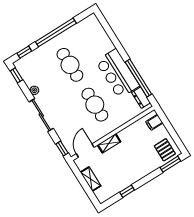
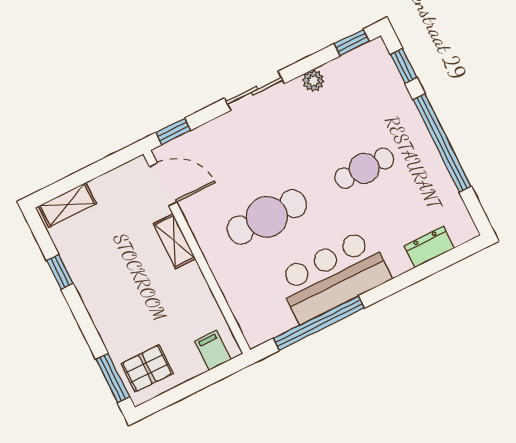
cafe table: (70, 65) -> (364, 168), width x0.73, depth x0.74
dresser: (141, 98) -> (429, 247), moved
sliding door: (41, 115) -> (254, 91), width x0.73
shelving: (91, 179) -> (67, 205), moved

